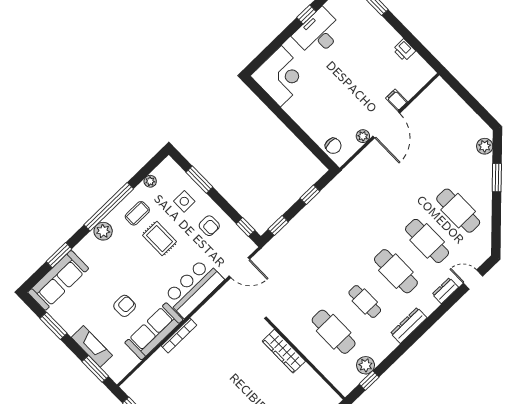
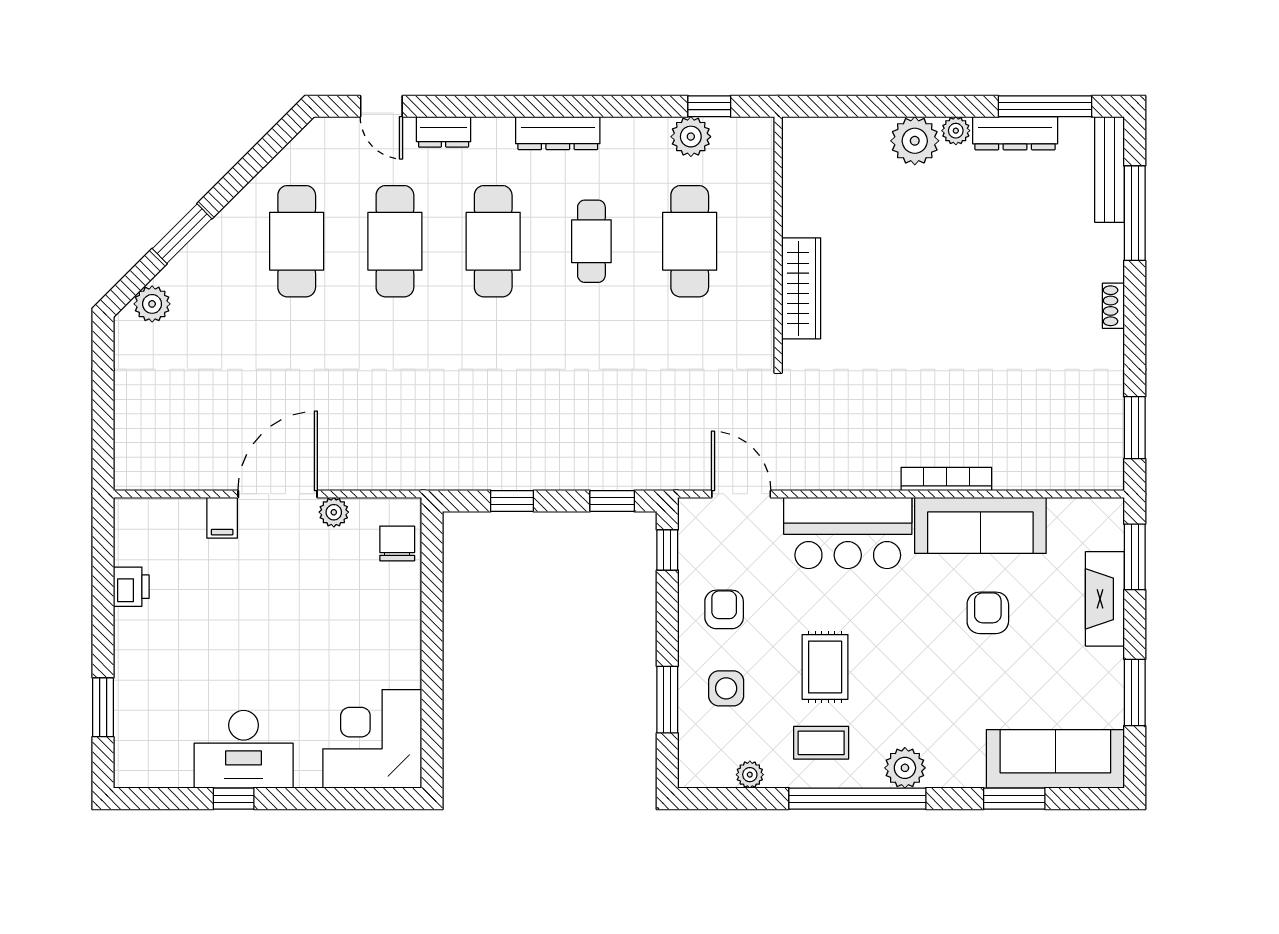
armchair: (125, 306) -> (988, 613), turned 90

